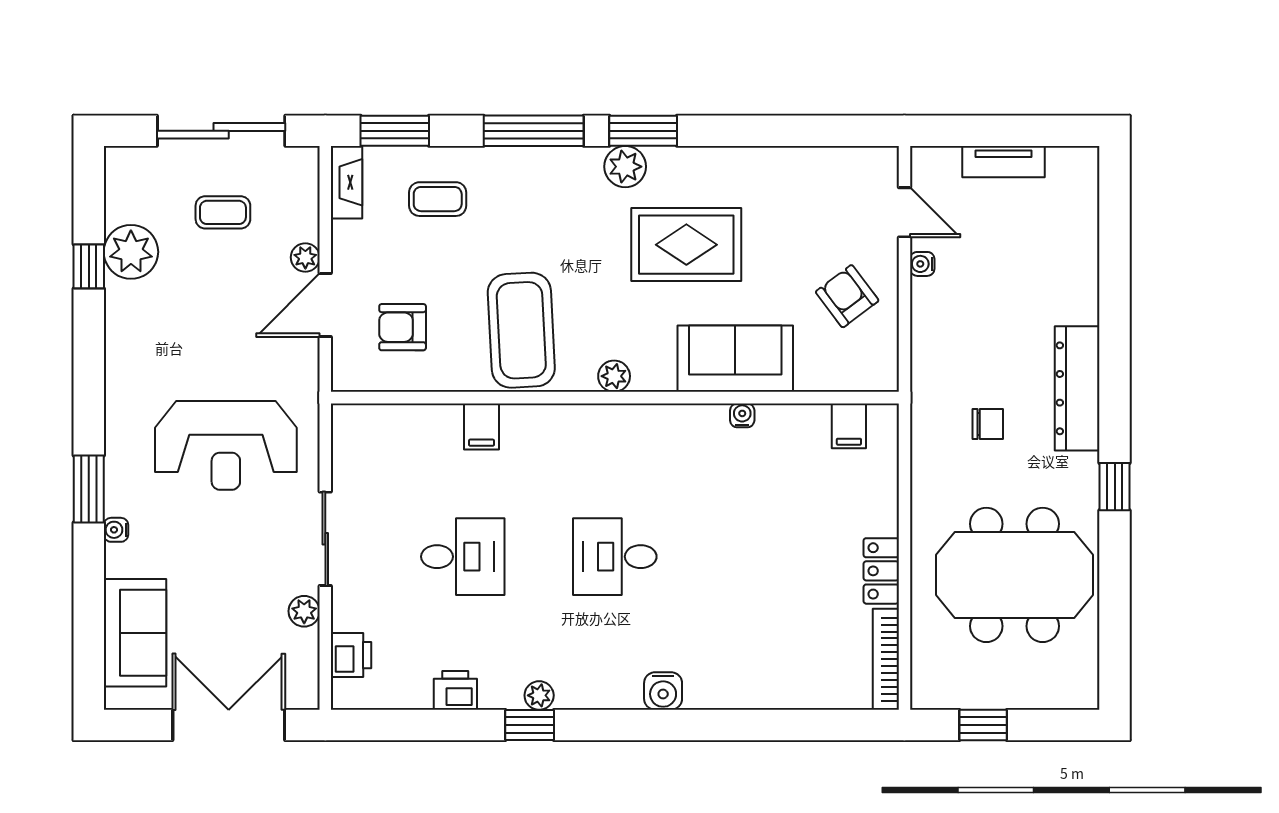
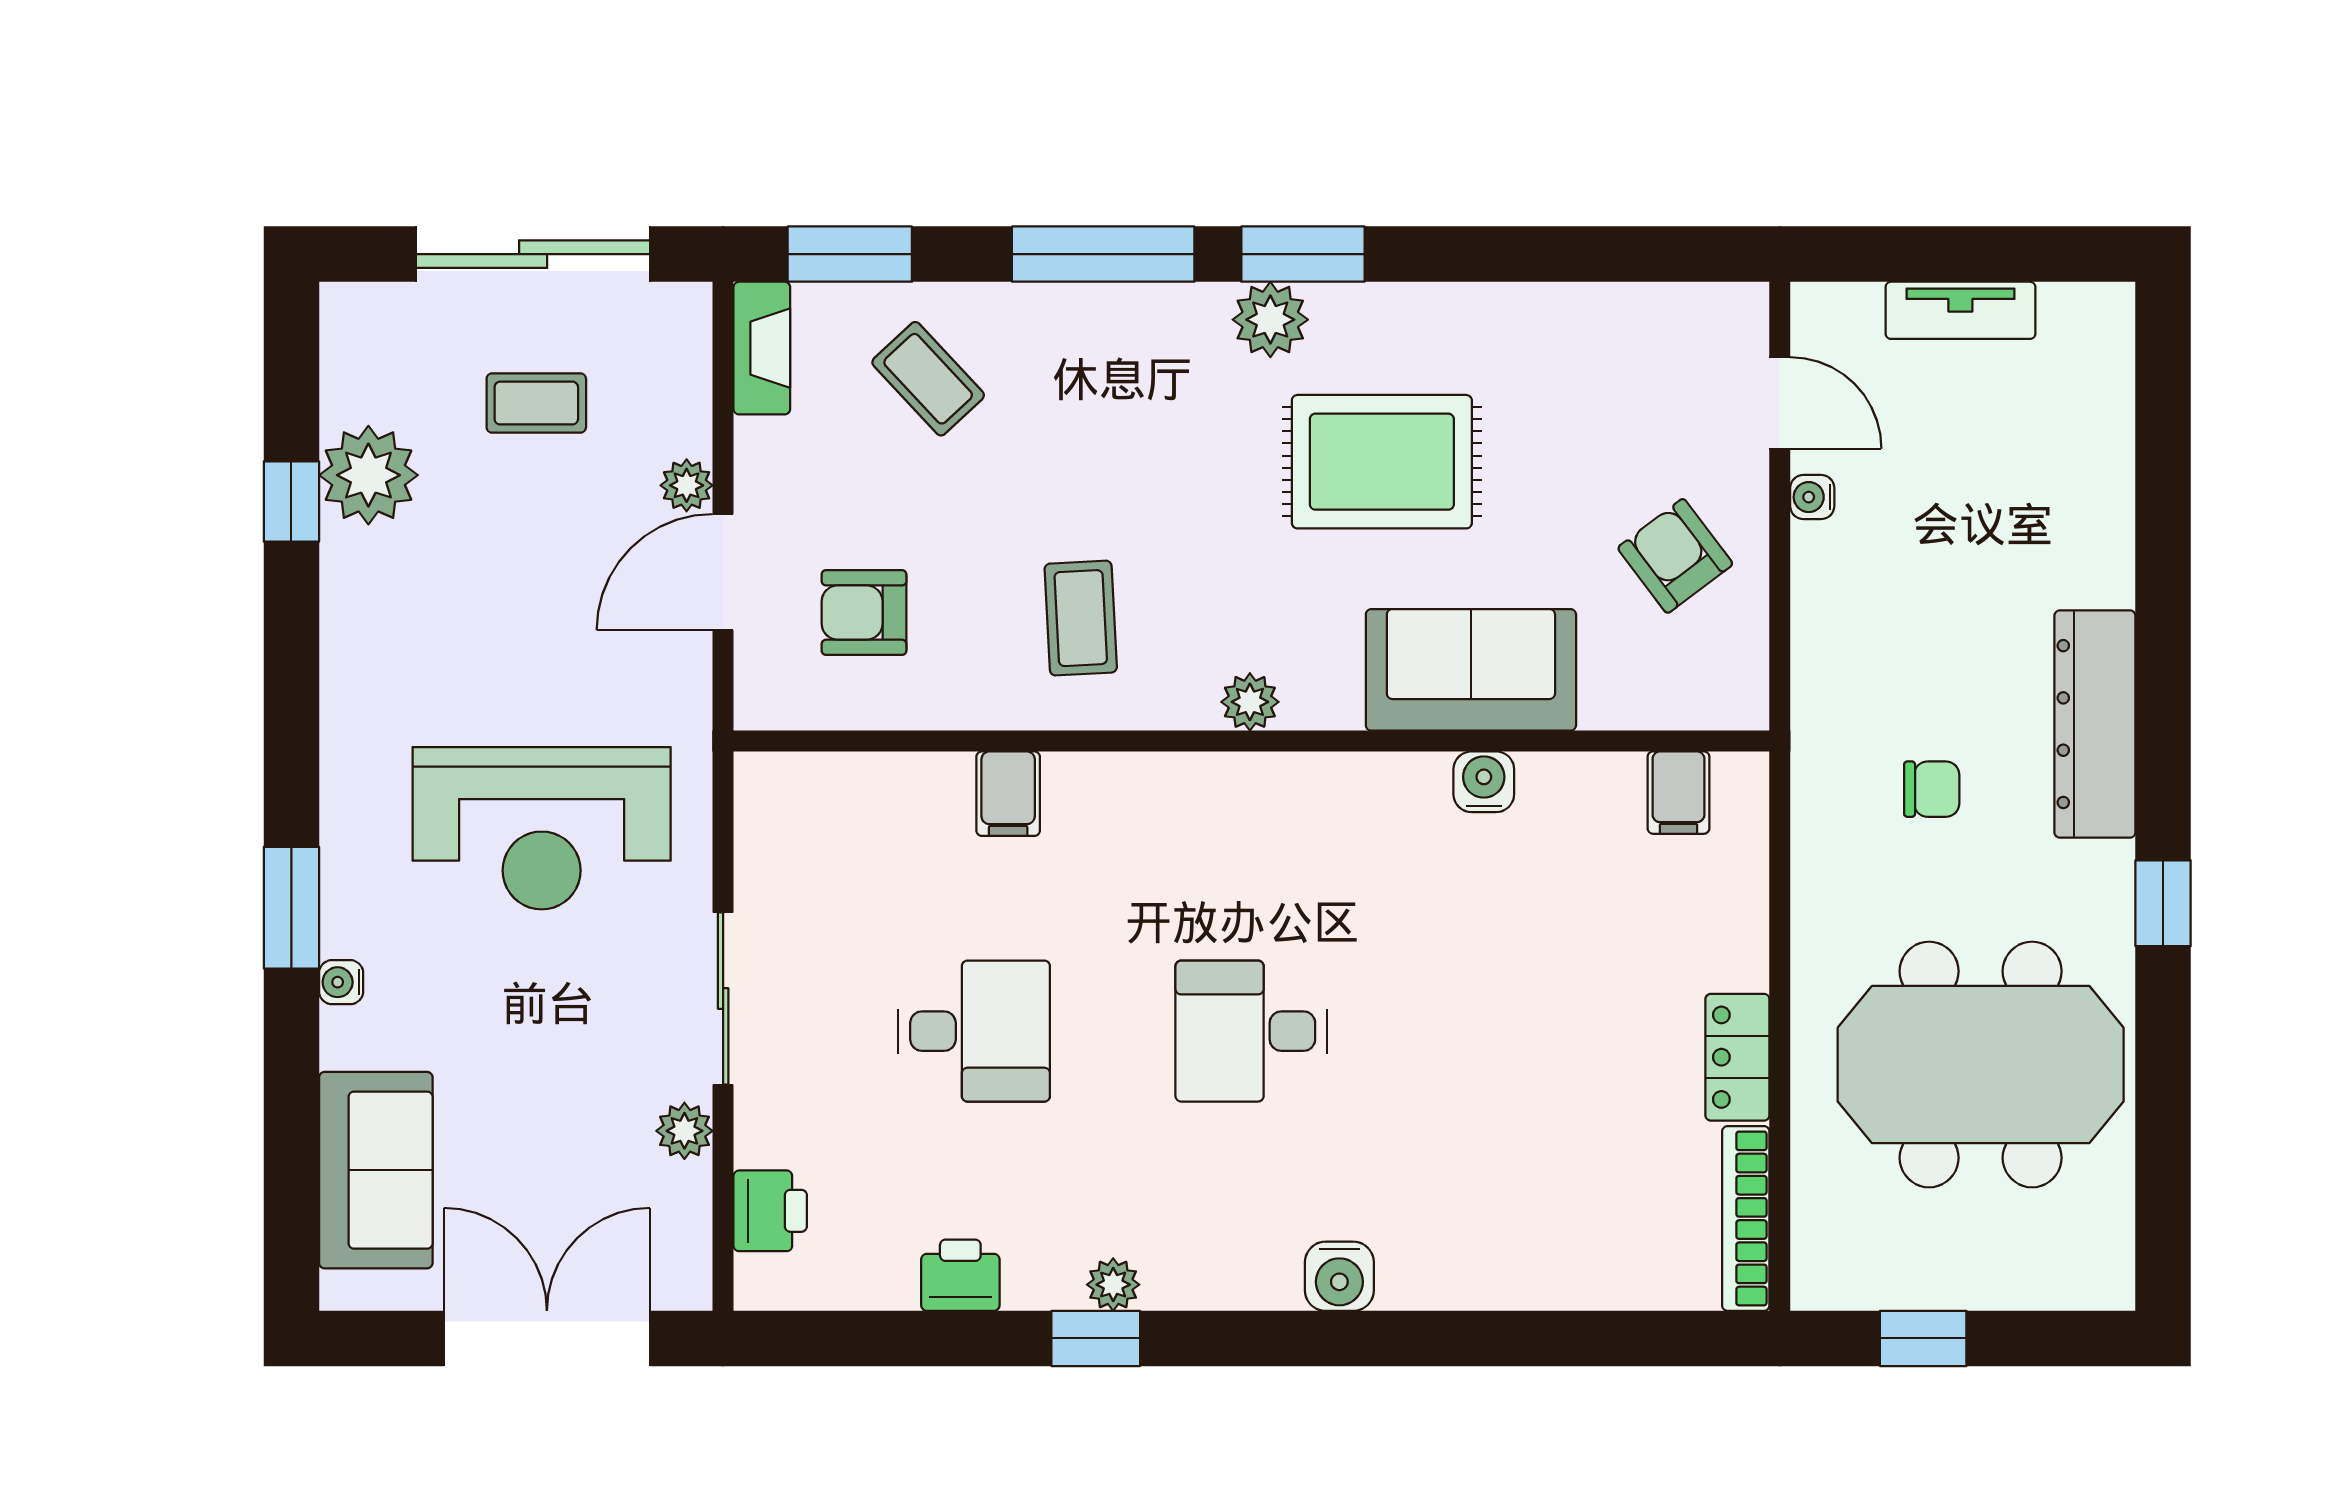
coffee table: (438, 199) -> (928, 379), turned 47
coffee table: (521, 330) -> (1081, 618), width x0.54, depth x0.58
water cooler: (742, 415) -> (1484, 782), width x1.38, depth x1.38

